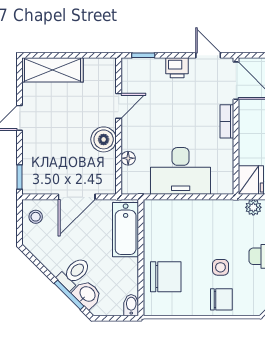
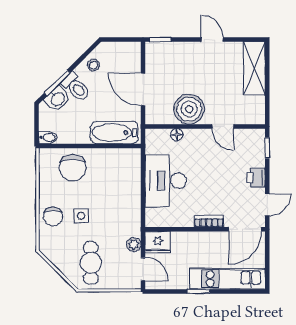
boiler: (104, 139) -> (189, 109), width x1.37, depth x1.37
stool: (36, 217) -> (93, 65), moved

